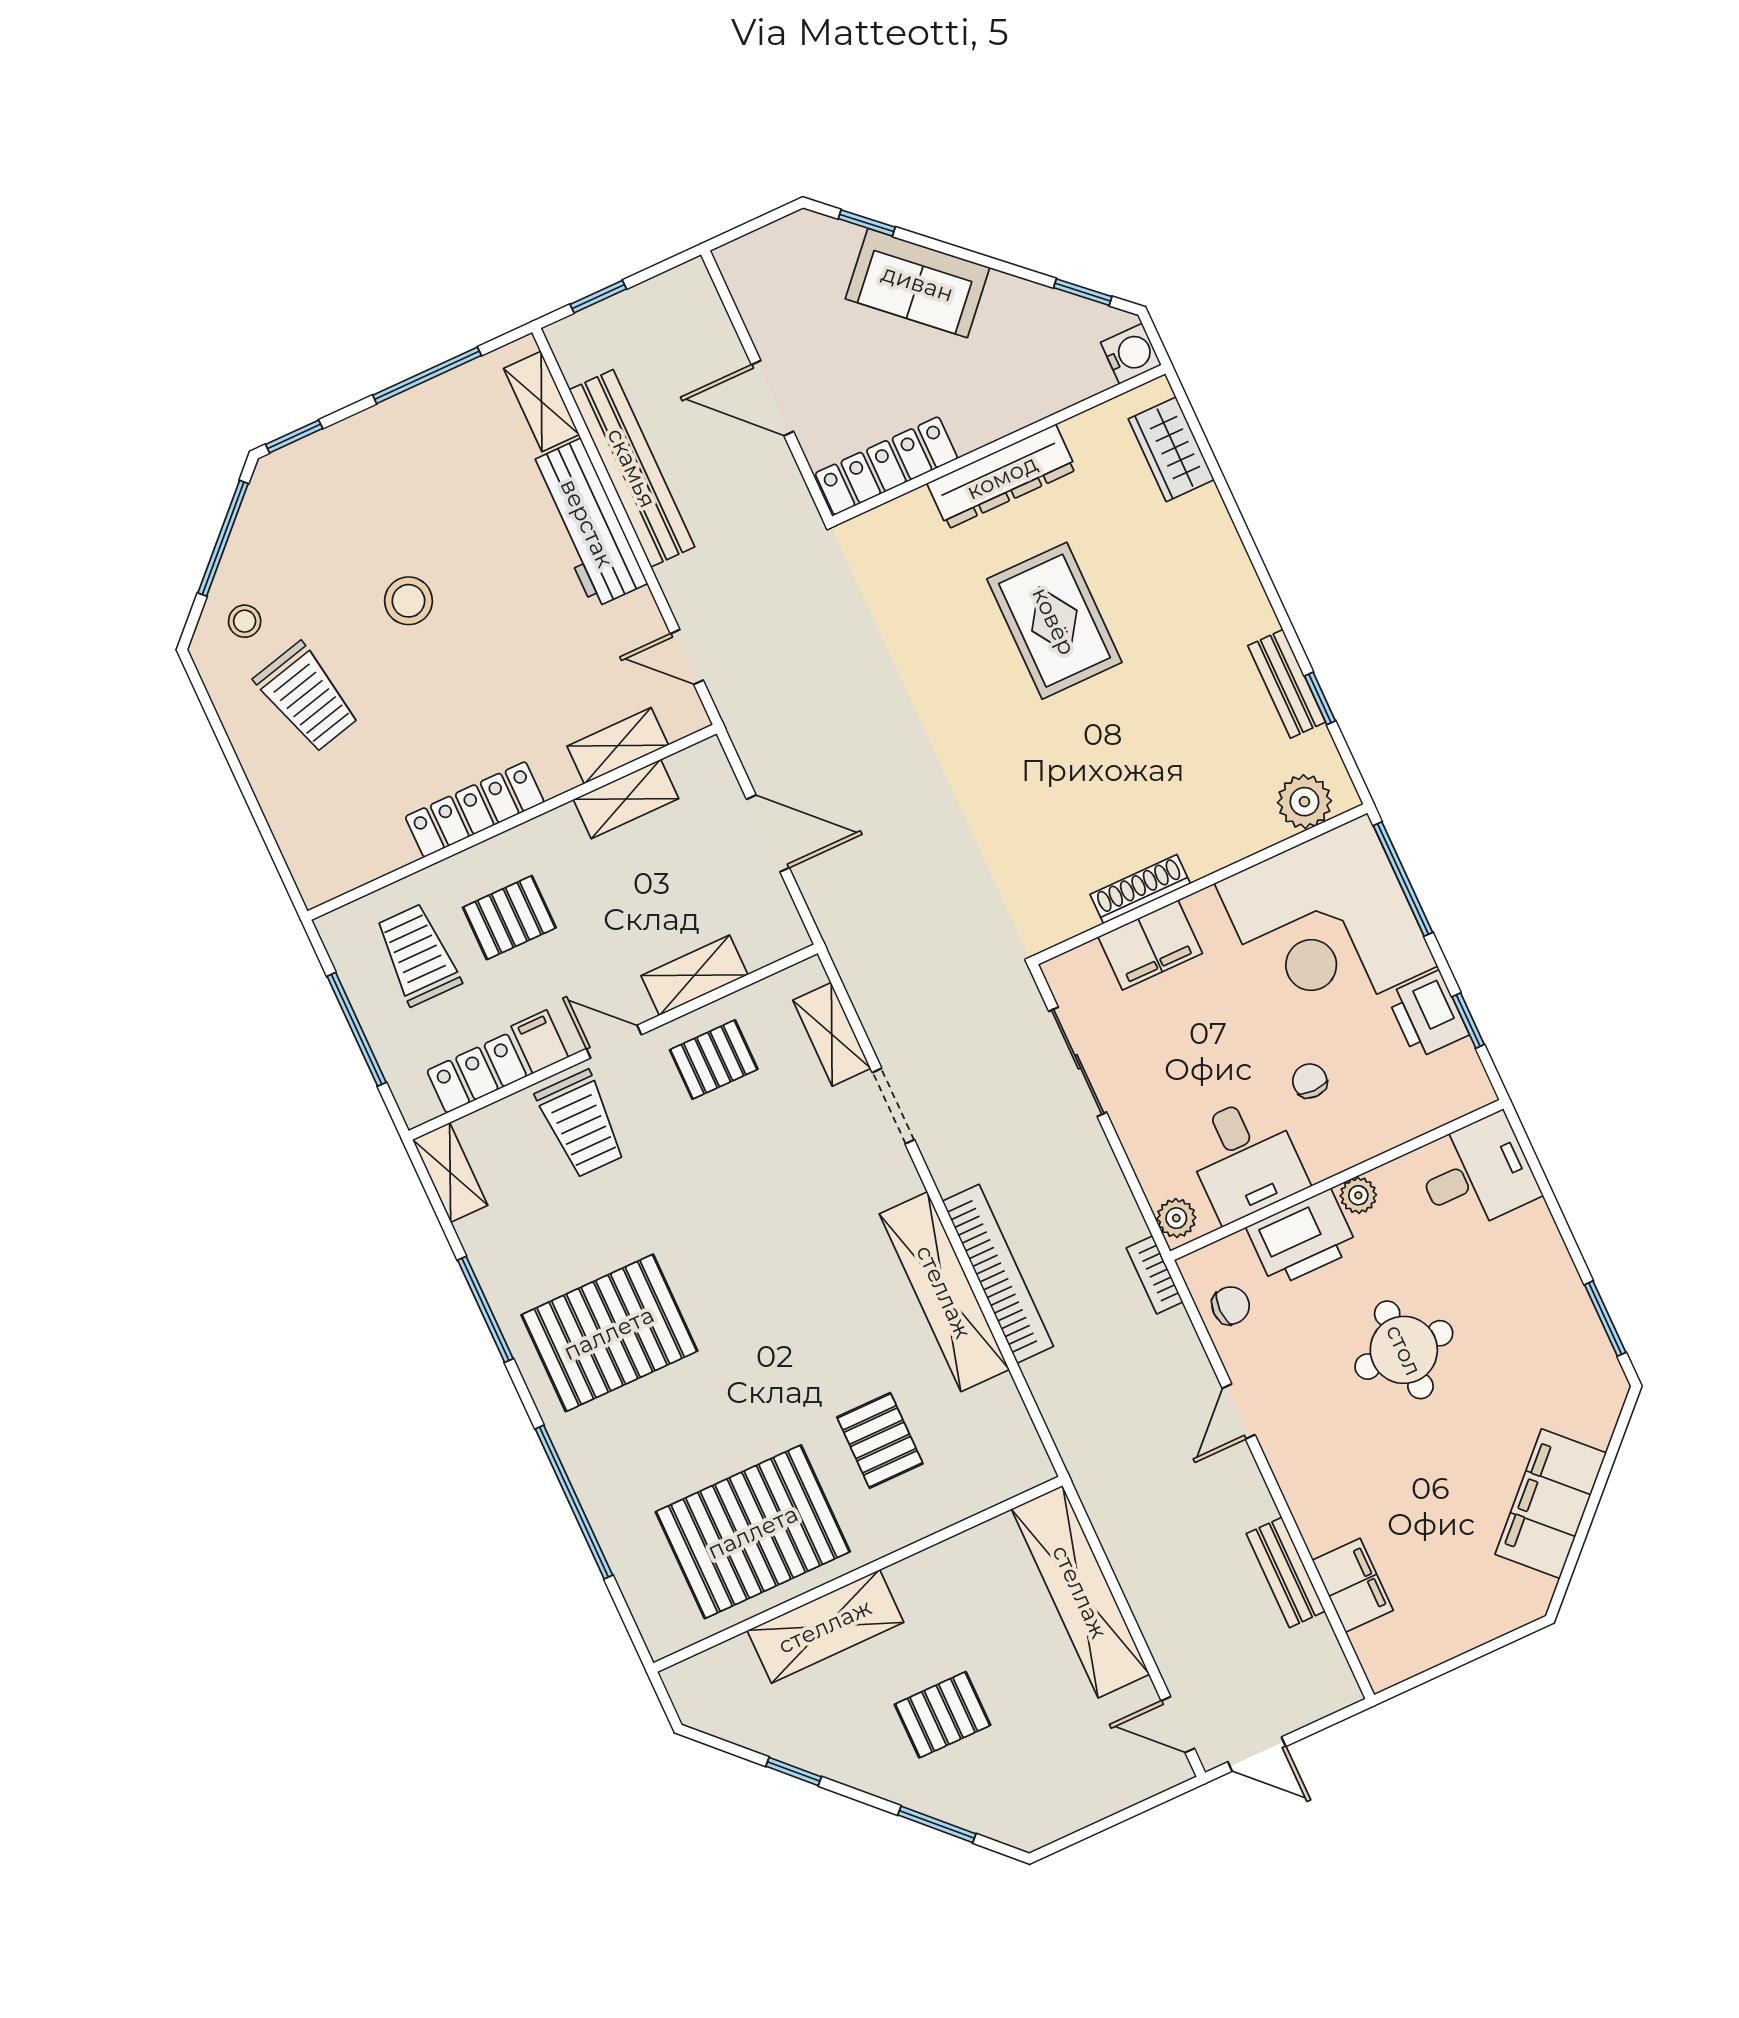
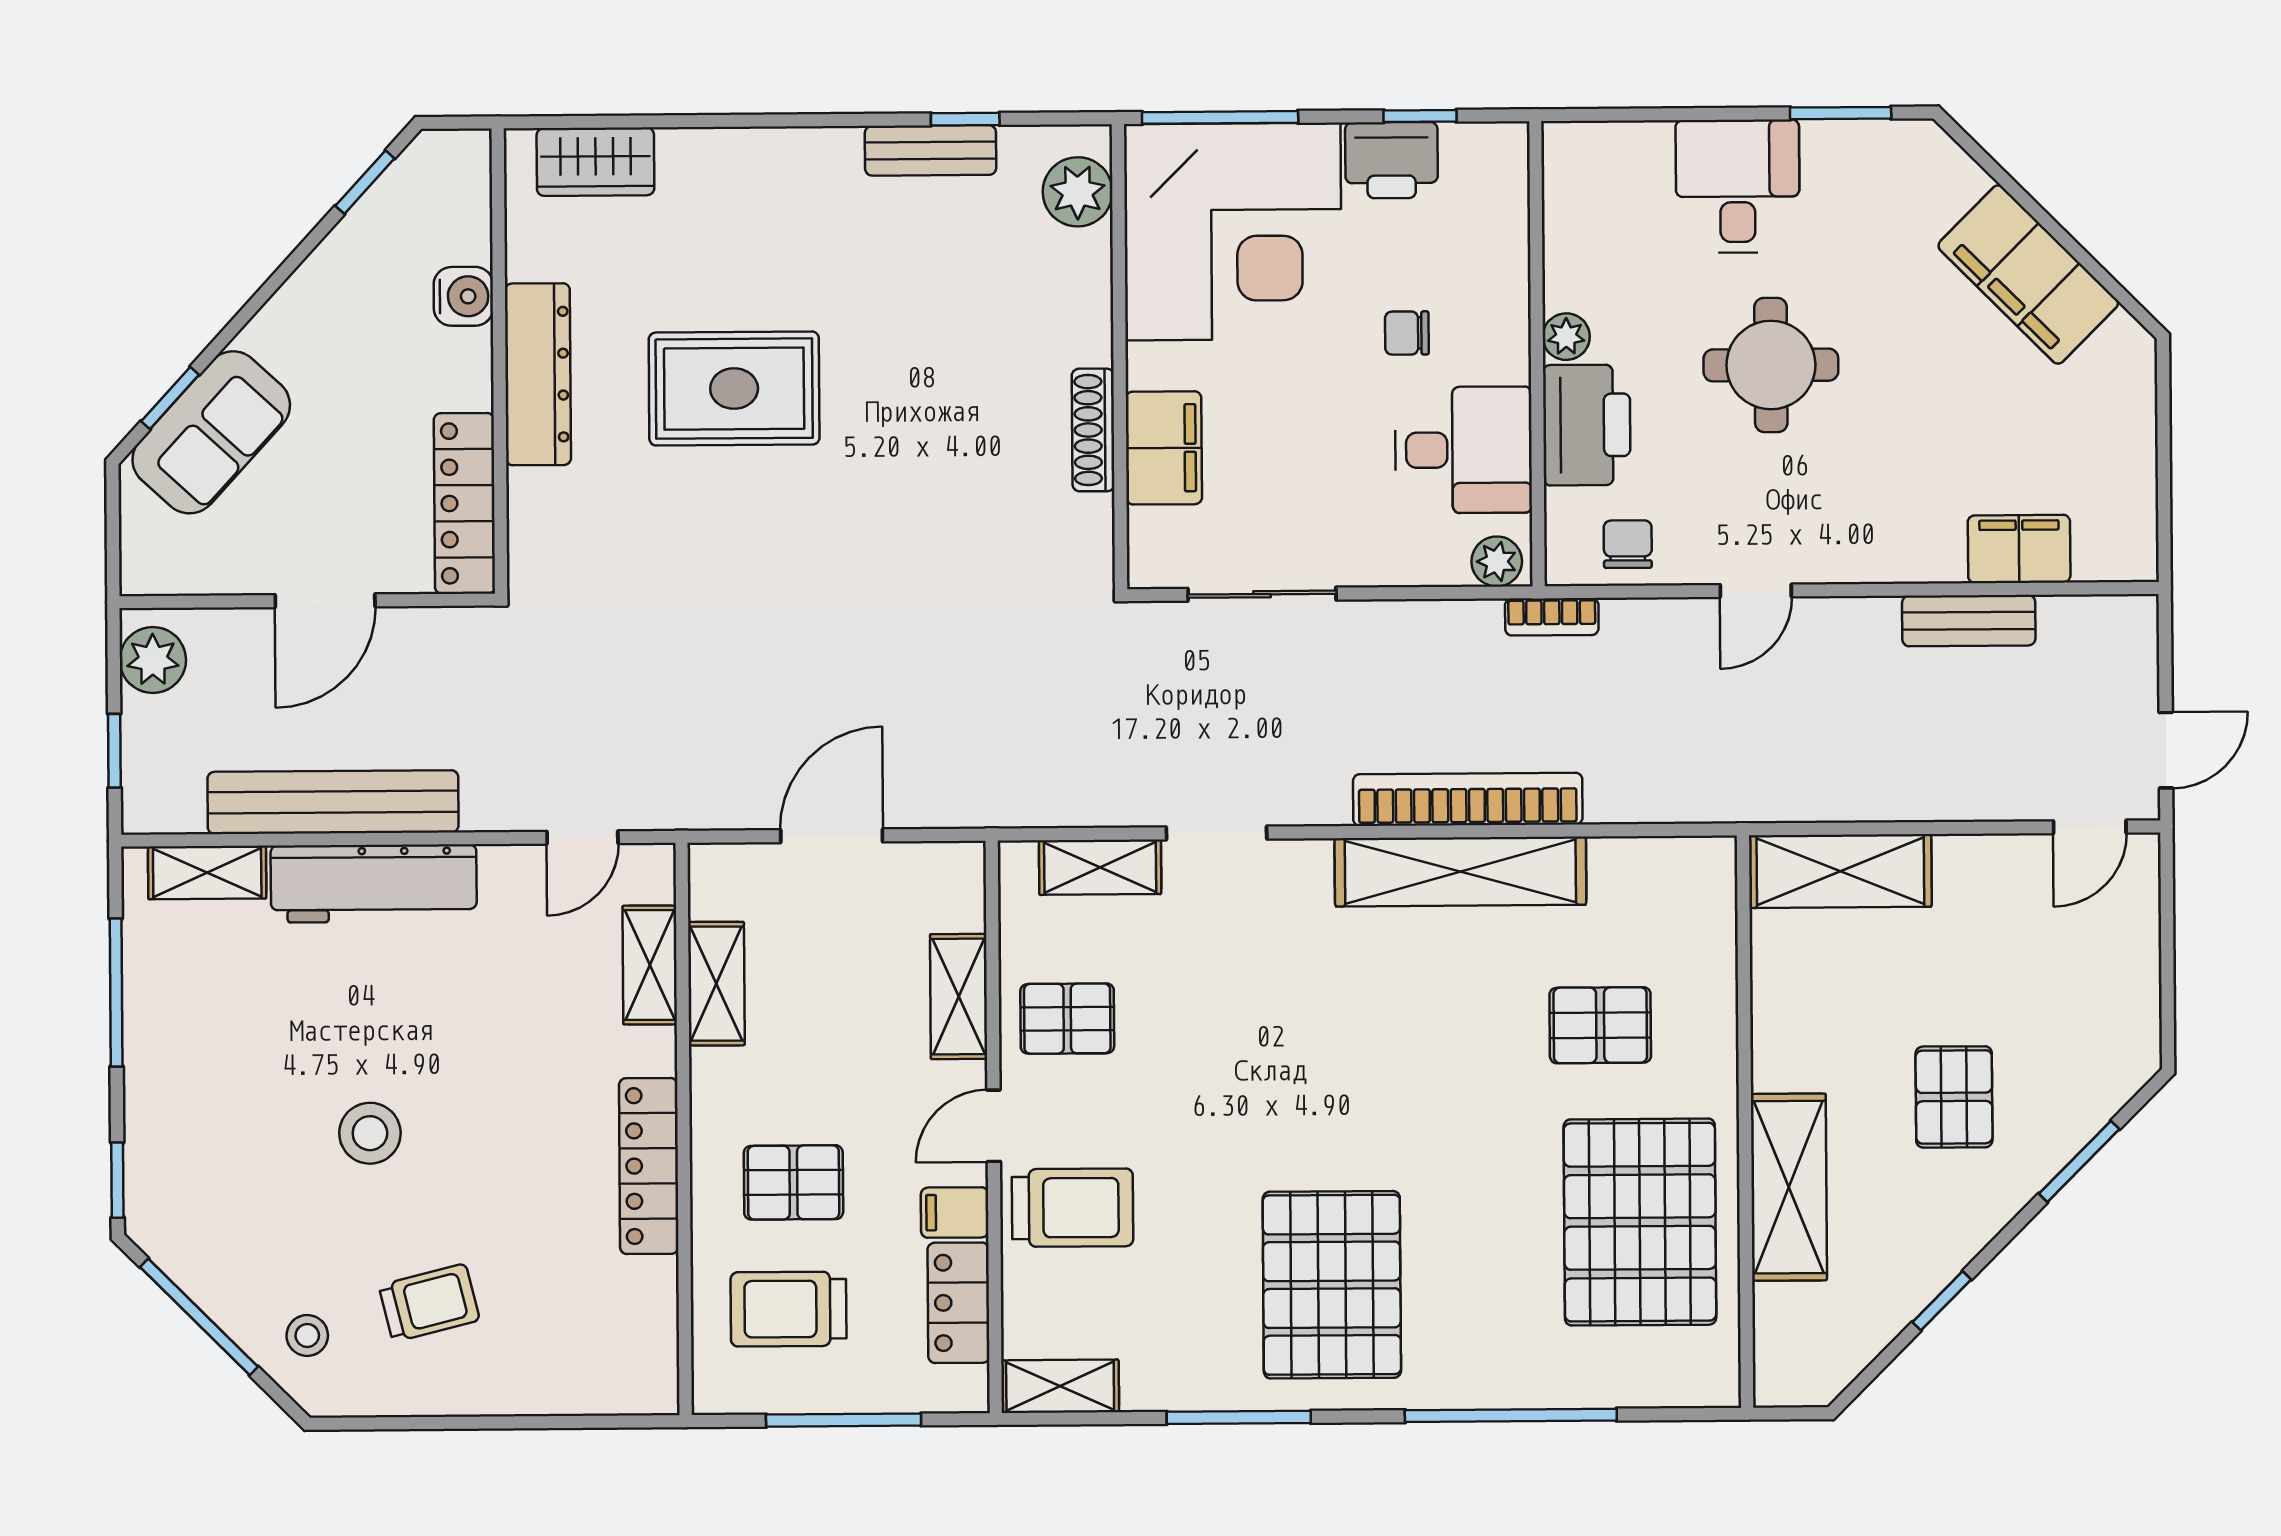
sofa: (918, 283) -> (211, 432), moved
plant: (675, 295) -> (153, 660), added
water cooler: (1131, 354) -> (463, 296), moved, turned 90
trolley: (307, 697) -> (429, 1303), width x0.73, depth x0.72
pallet: (509, 918) -> (793, 1182), turned 90
pallet: (714, 1060) -> (1067, 1019), turned 90
desk: (1476, 1174) -> (1738, 186), moved
door: (1239, 1412) -> (1756, 591), hinge flipped
shelving: (1080, 1592) -> (1840, 871), width x0.68

